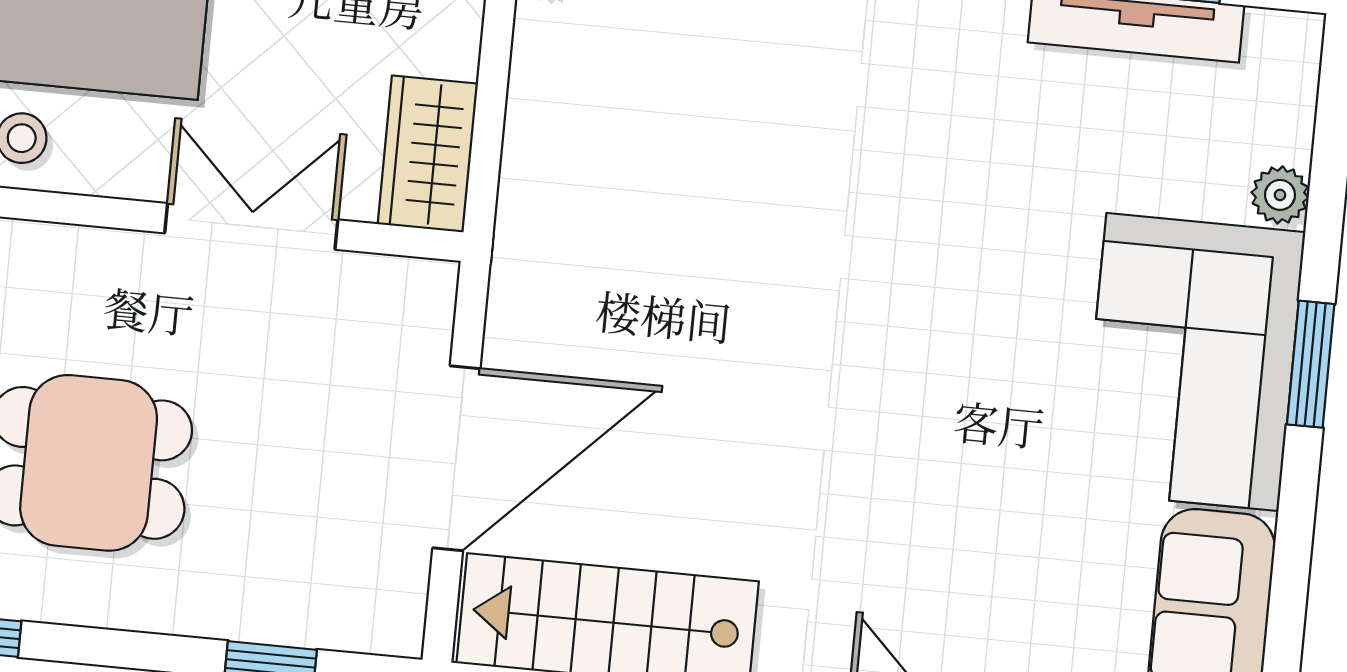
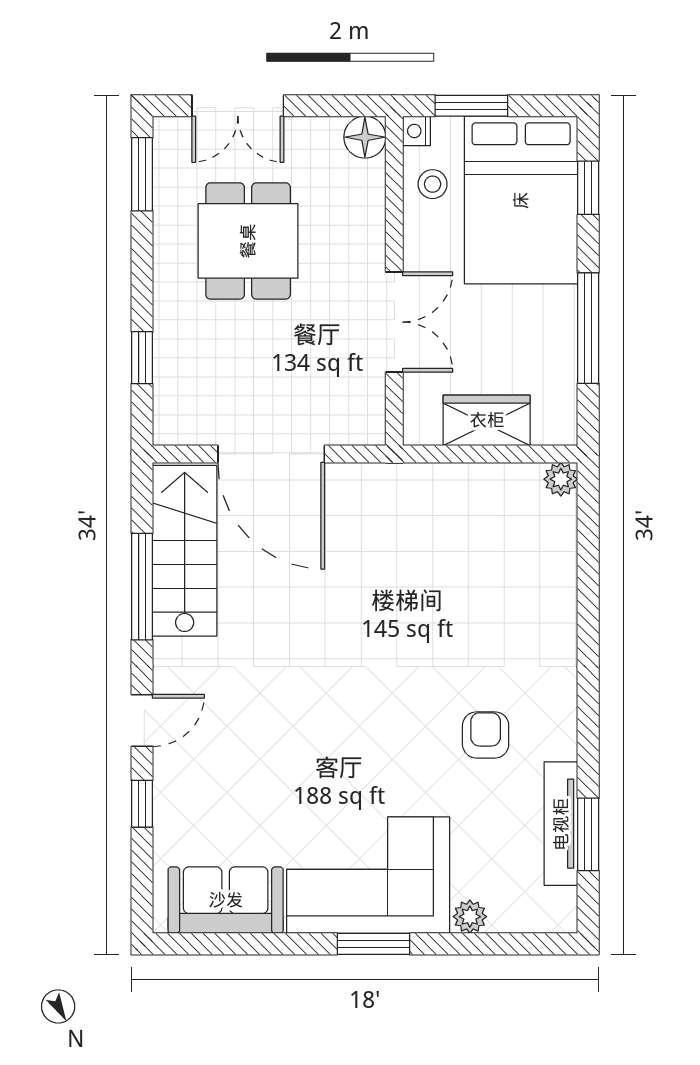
armchair: (972, 138) -> (486, 735), added
wardrobe: (428, 154) -> (487, 420), moved

